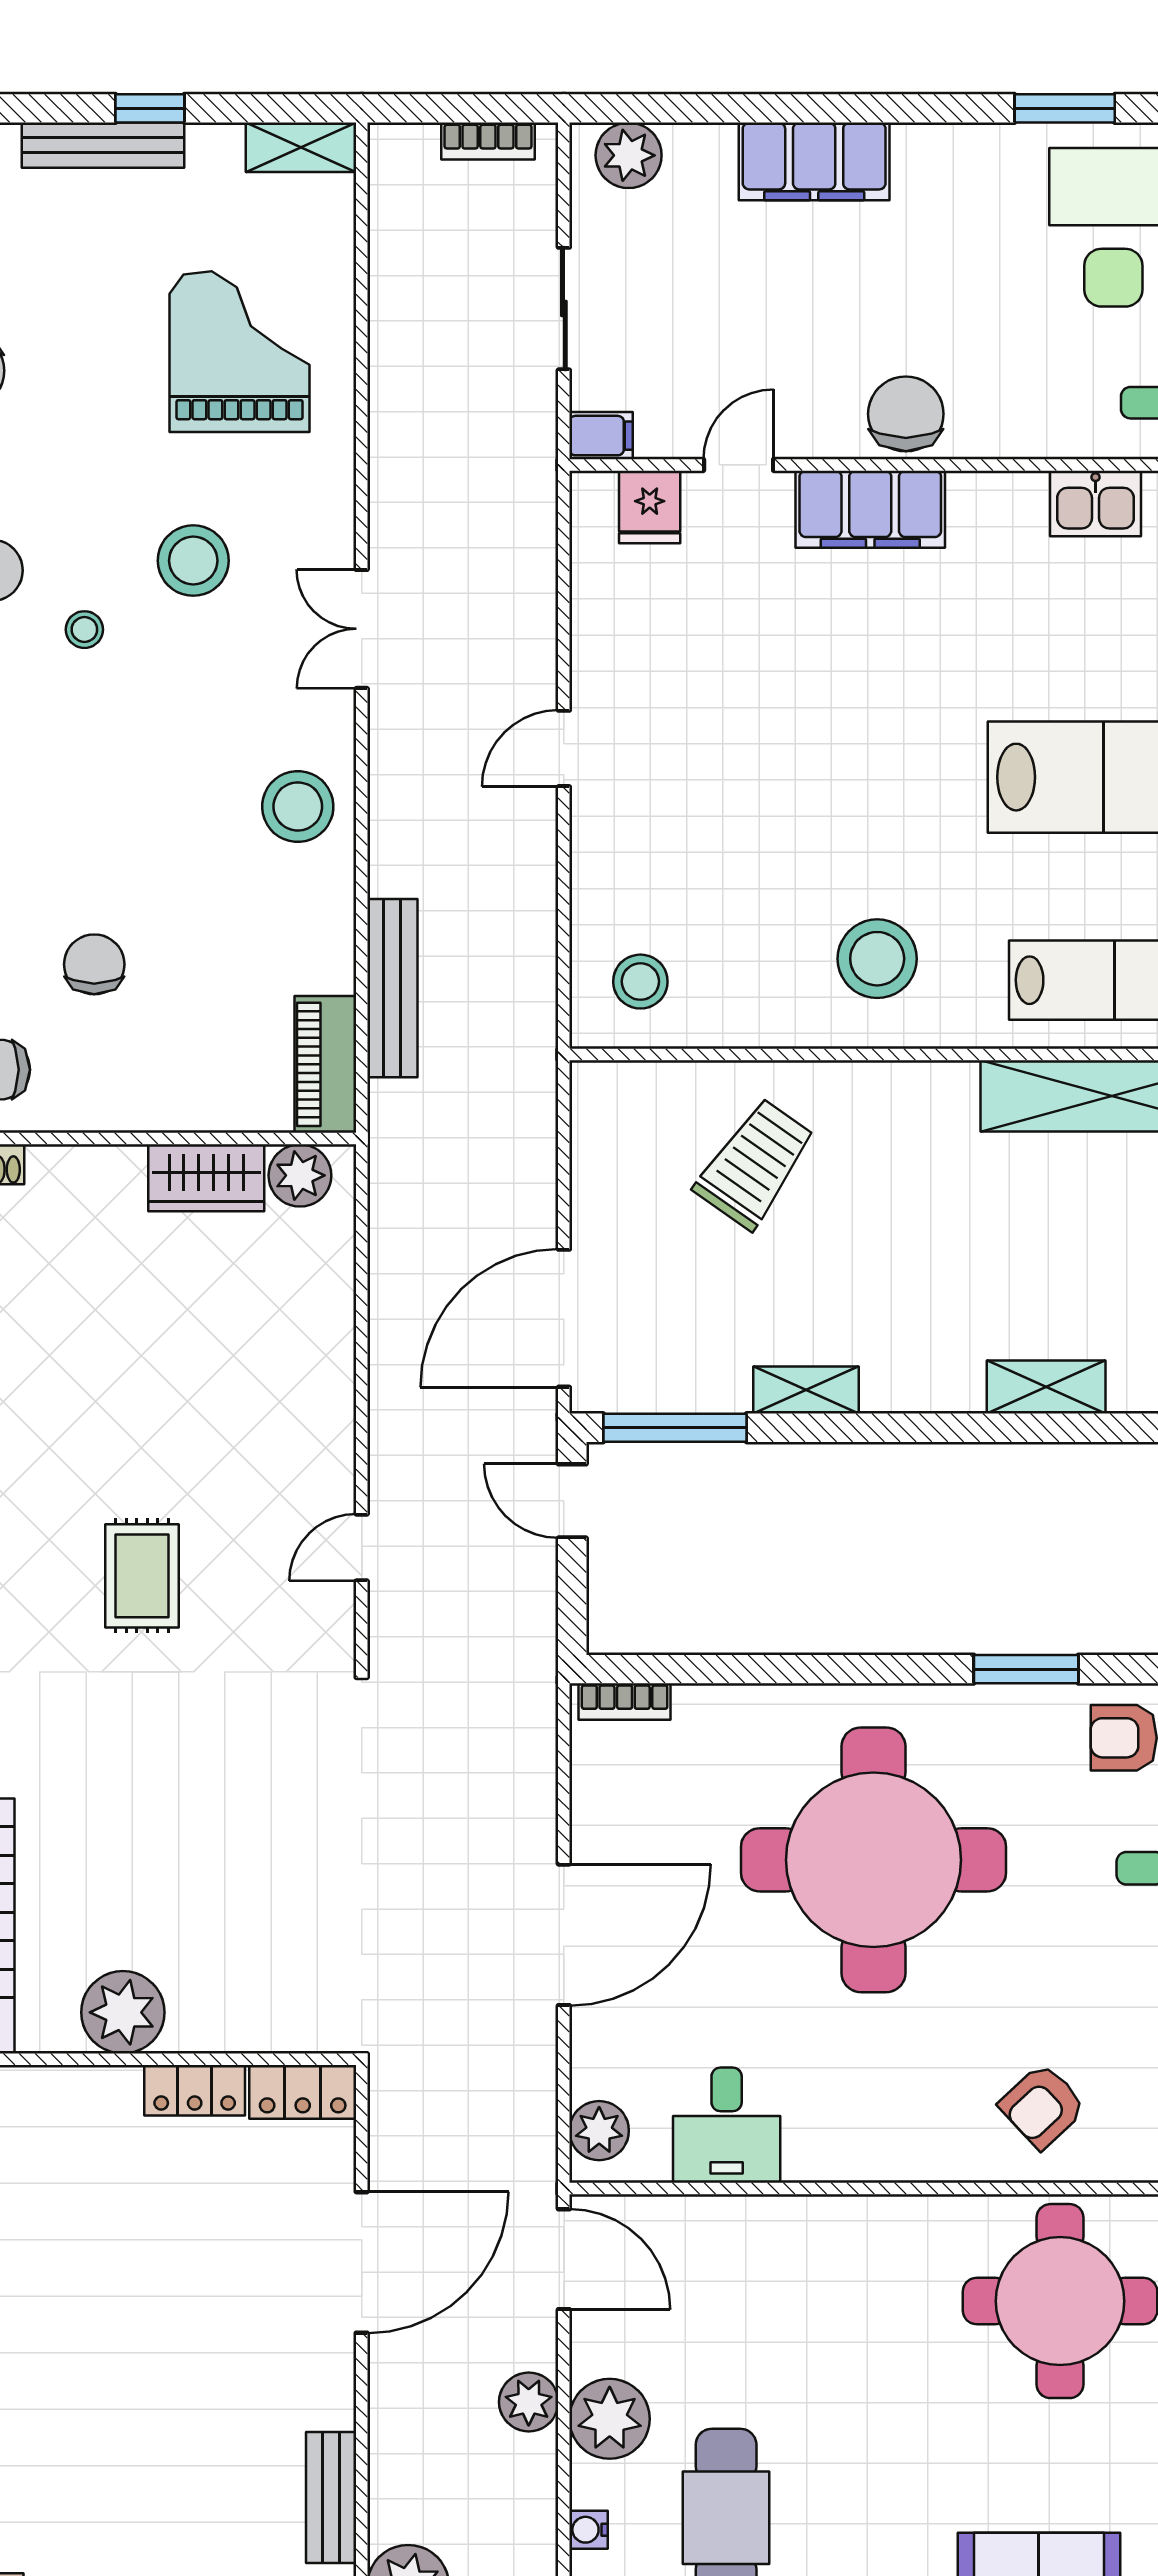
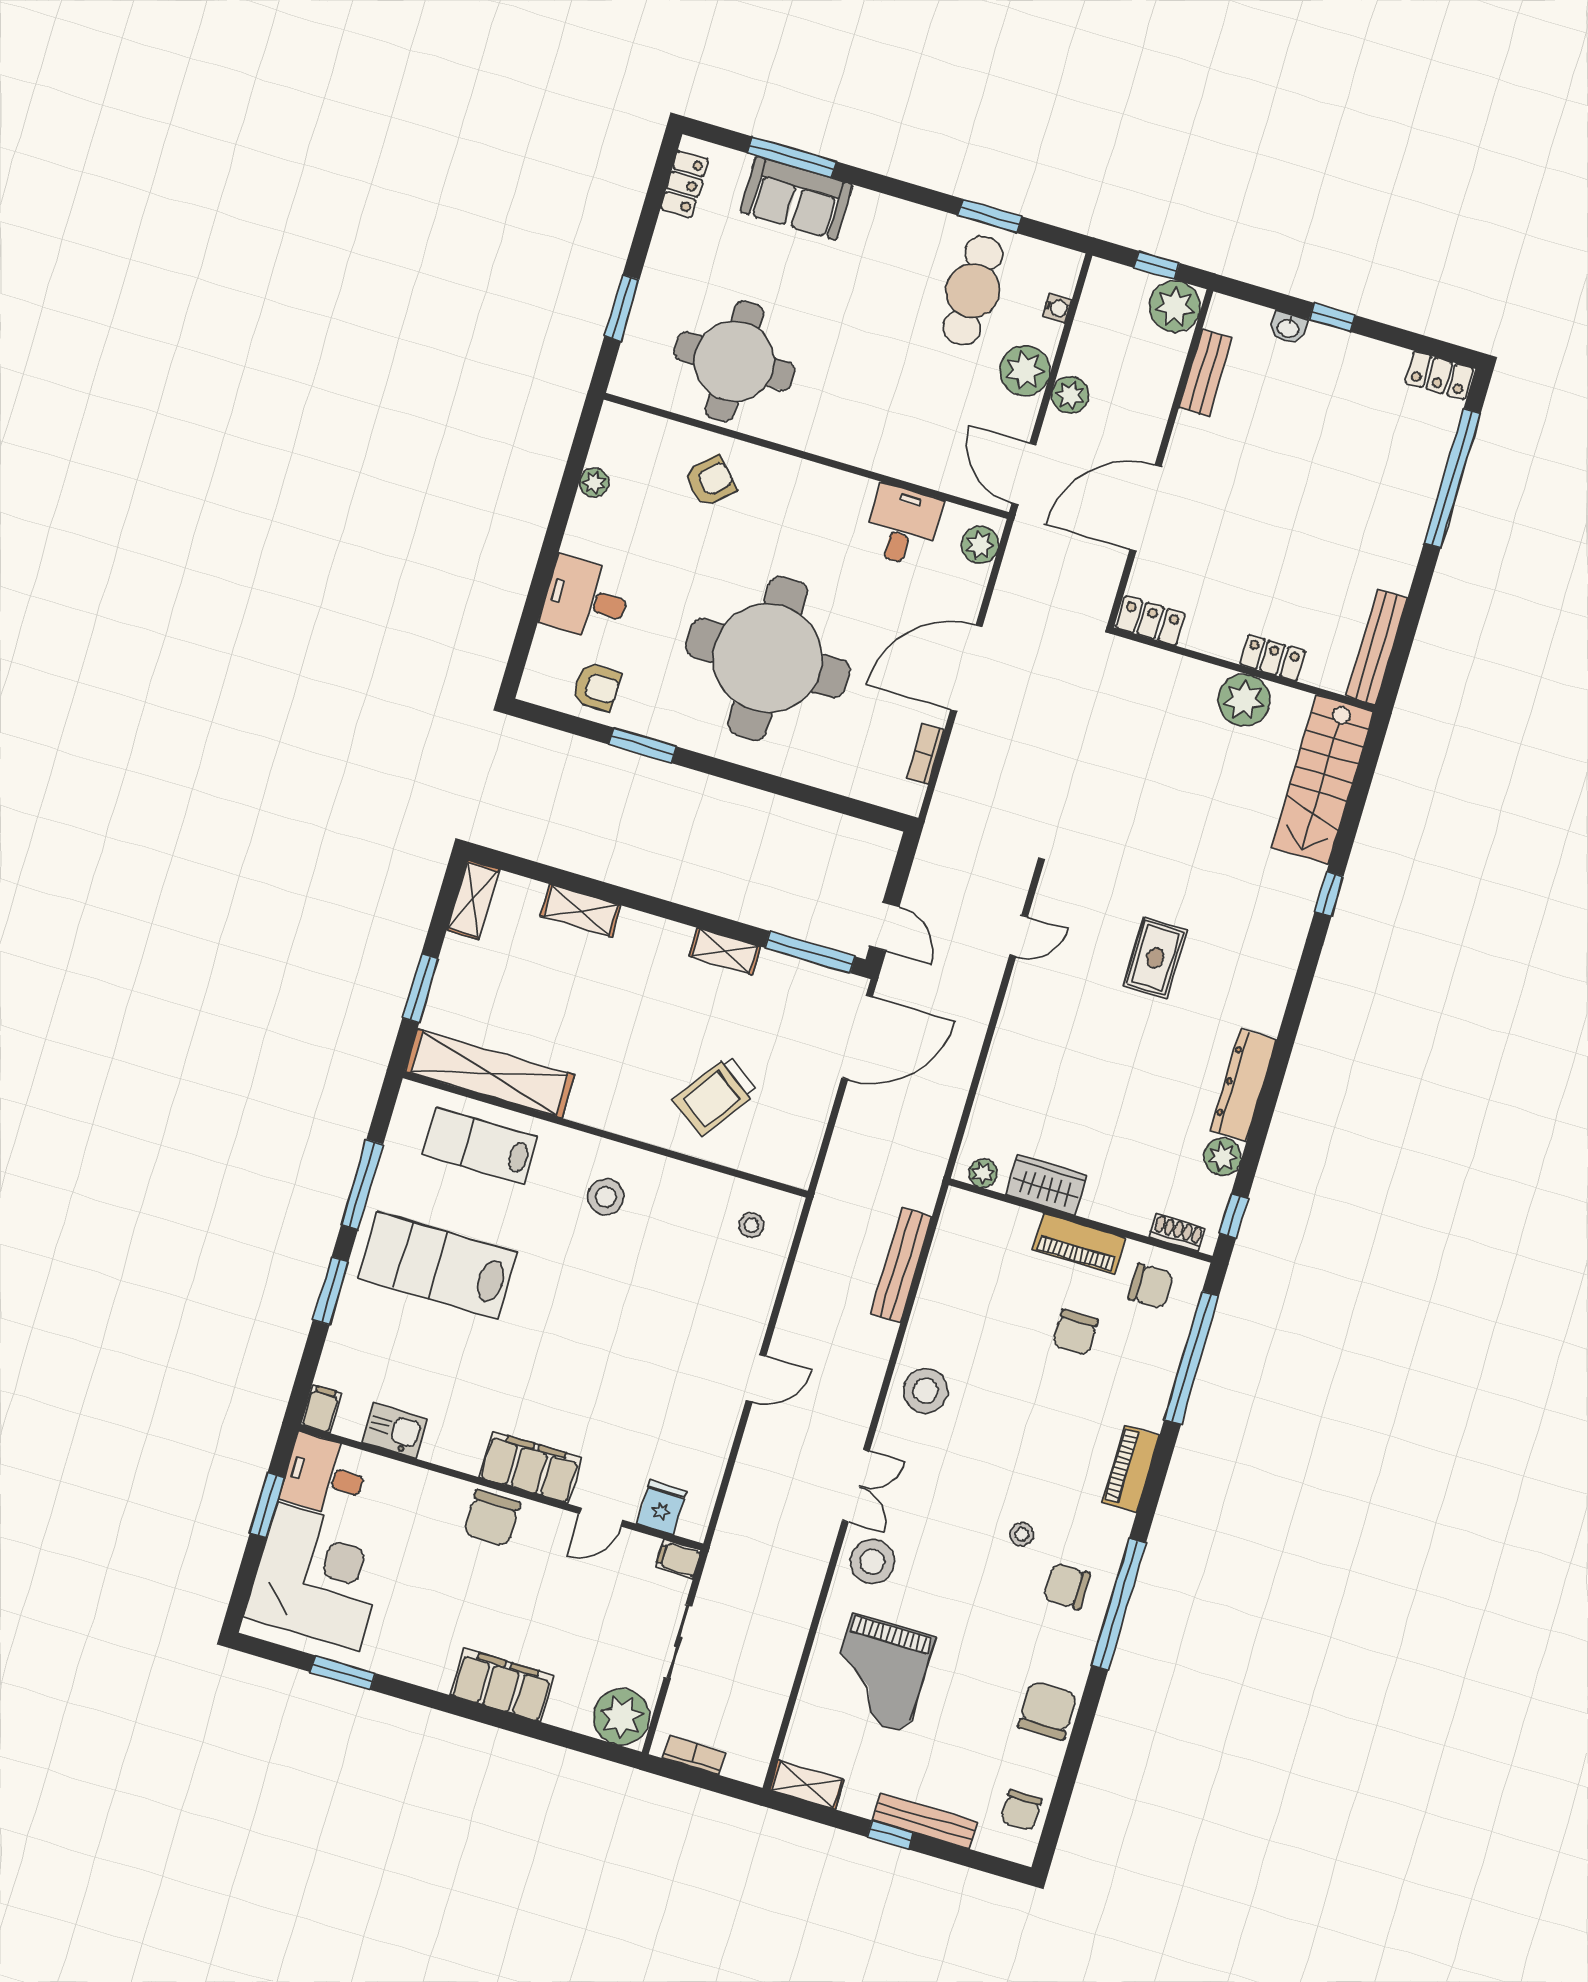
plant: (629, 155) -> (621, 1717), width x1.36, depth x1.36
stool: (193, 561) -> (872, 1562), moved
stool: (877, 959) -> (606, 1197), width x0.73, depth x0.73
stool: (640, 982) -> (752, 1225), width x0.73, depth x0.73
piano: (325, 1064) -> (1079, 1244), moved, turned 90
plant: (300, 1175) -> (983, 1173), width x0.73, depth x0.73
bookcase: (625, 1702) -> (925, 754), moved, turned -90
locker: (195, 2090) -> (1273, 658), moved

